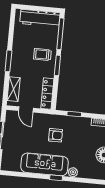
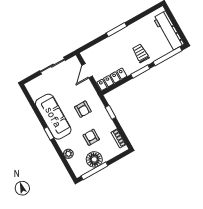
shelving: (14, 89) -> (97, 50), removed
armchair: (84, 145) -> (91, 137), added
plant: (73, 172) -> (68, 154), moved

